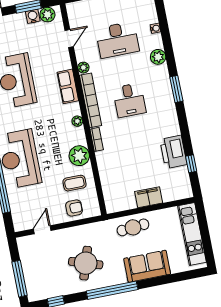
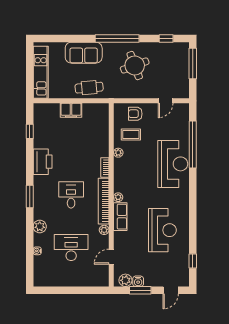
plant: (77, 121) -> (118, 197), moved
printer: (173, 152) -> (43, 162), moved
plant: (79, 156) -> (118, 153), width x0.53, depth x0.53
round table: (86, 263) -> (135, 66), turned -38

